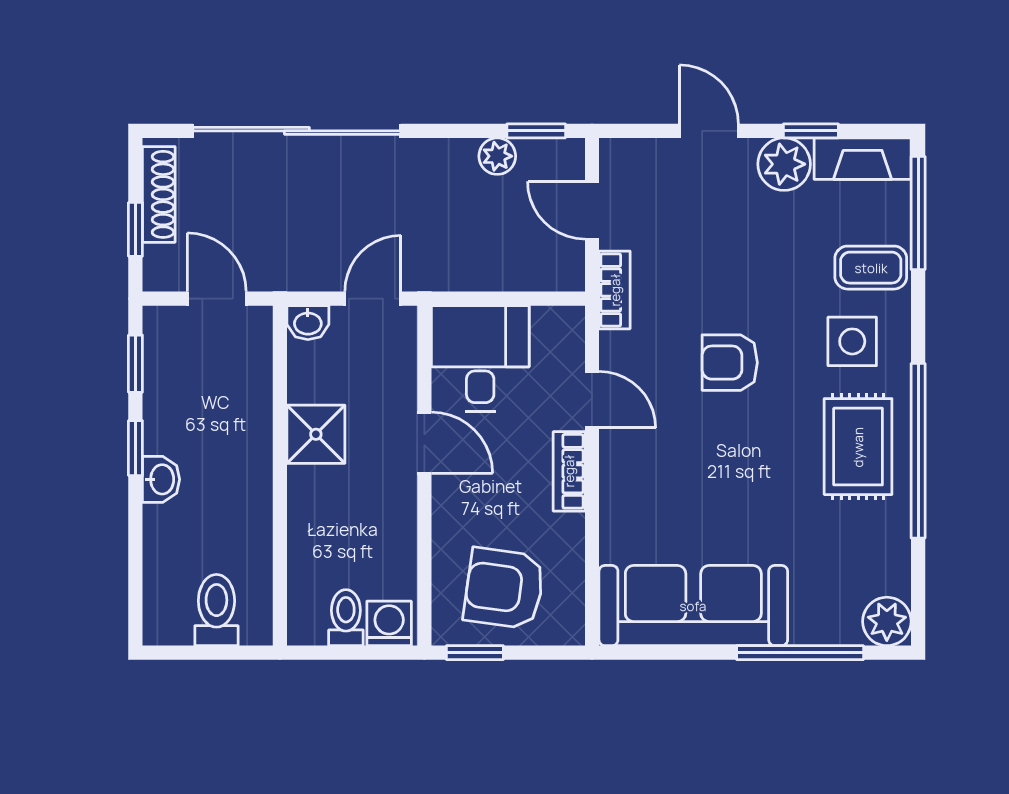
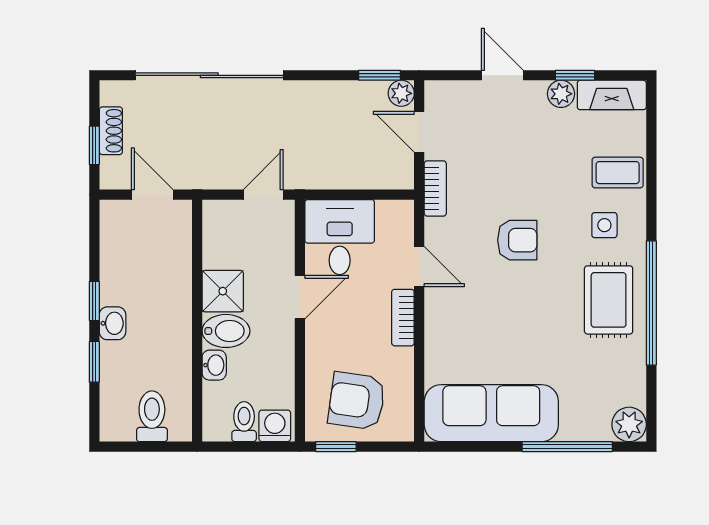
plant: (497, 156) -> (401, 93), moved
plant: (784, 164) -> (561, 94), width x0.73, depth x0.73
shoe rack: (159, 194) -> (111, 131), width x0.70
window: (918, 213) -> (651, 134), removed
washbasin: (308, 323) -> (214, 365), moved, turned -90
side table: (852, 341) -> (604, 225), width x0.73, depth x0.73
armchair: (730, 363) -> (517, 240), turned 180
window: (135, 364) -> (94, 362), moved
door: (424, 443) -> (300, 297), hinge flipped
bidet: (320, 490) -> (226, 331), added

